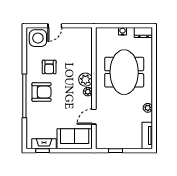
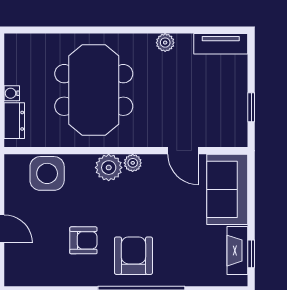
dresser: (143, 33) -> (14, 121), moved
side table: (38, 38) -> (47, 173), moved
meeting table: (124, 72) -> (94, 90), turned 90

